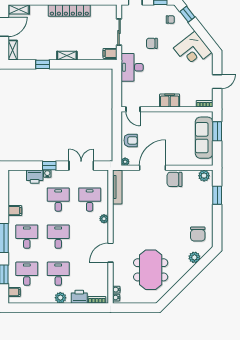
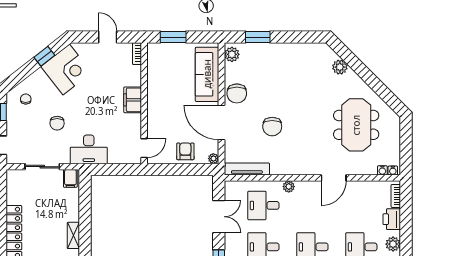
window: (187, 14) -> (44, 56), moved
sofa: (204, 138) -> (207, 74), moved, turned 90
double door: (81, 166) -> (219, 217), swing flipped
chair: (198, 234) -> (272, 127), moved, turned 90
door: (110, 253) -> (334, 178), hinge flipped
meeting table: (151, 270) -> (356, 125), turned 90

